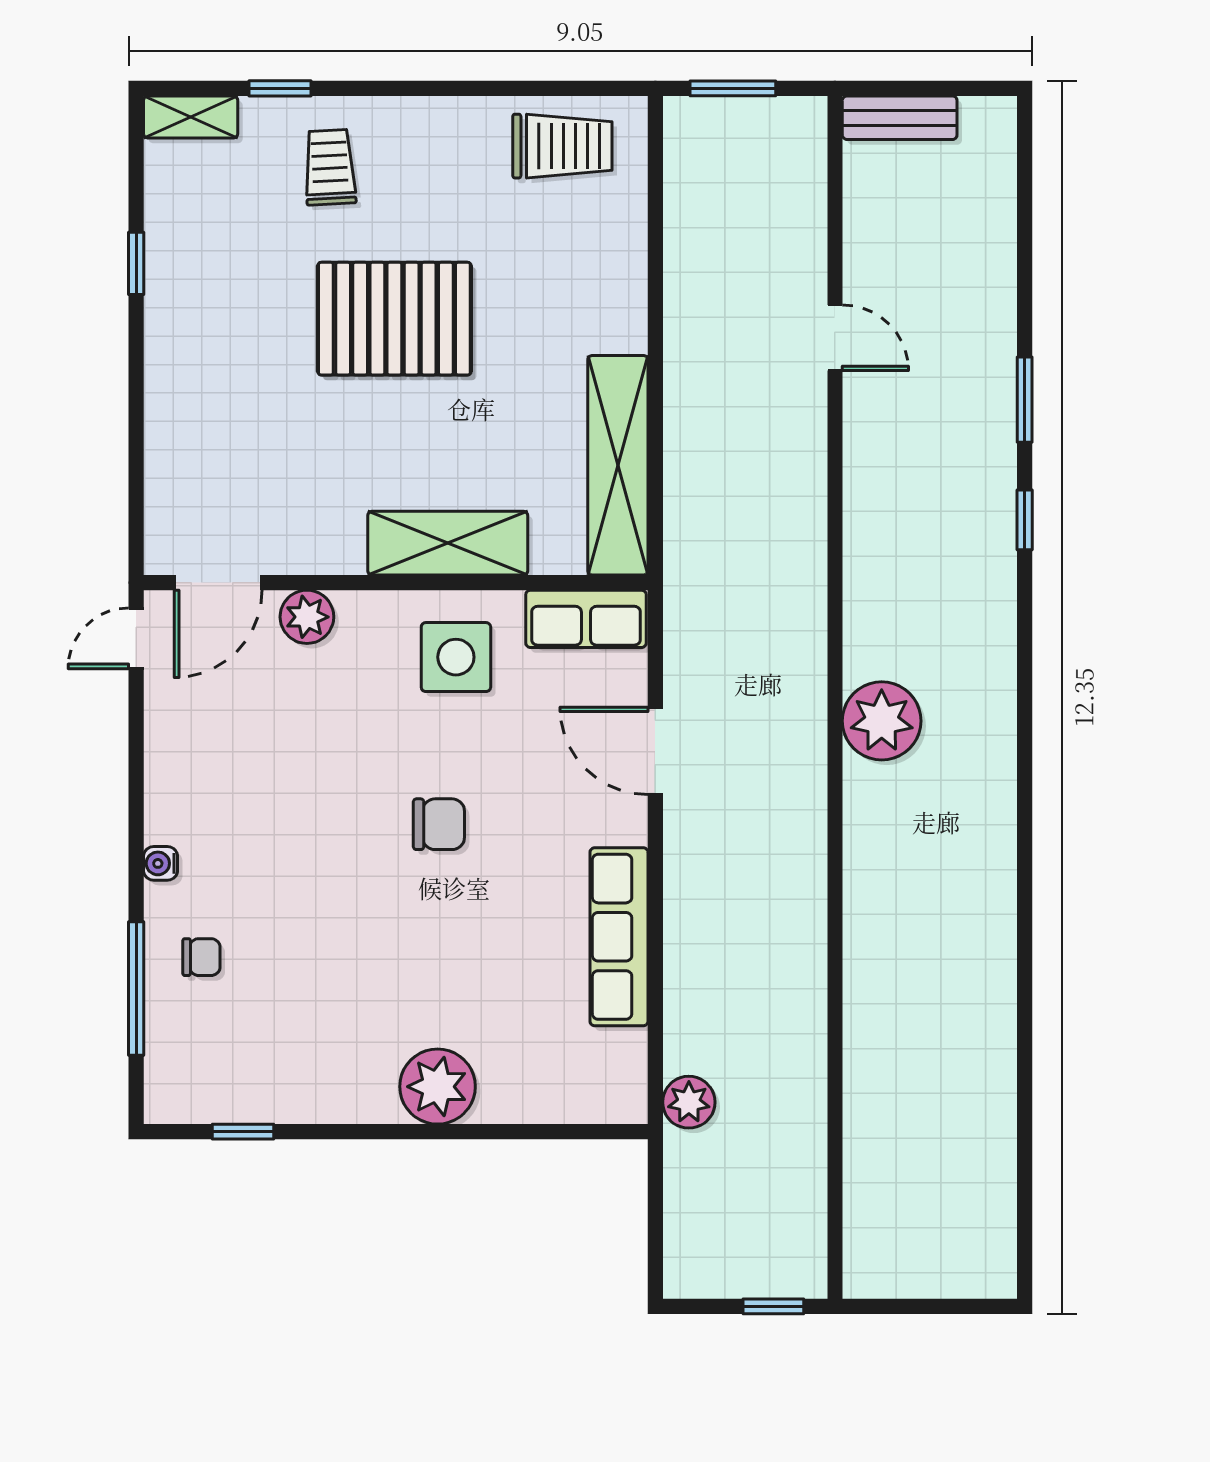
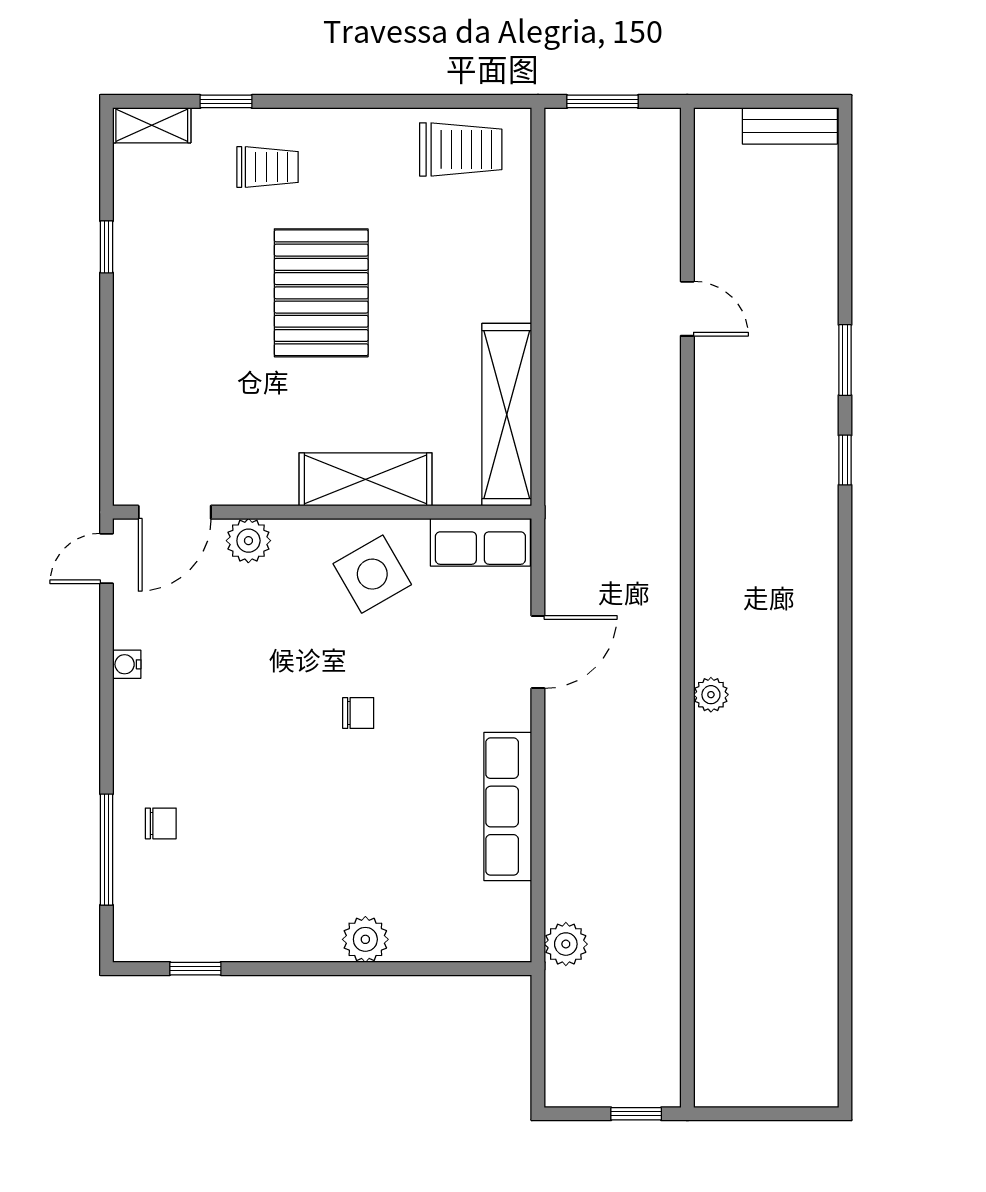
bench: (900, 118) -> (790, 126), moved
trolley: (330, 167) -> (267, 167), turned 93
pallet: (394, 319) -> (321, 293), turned 90
side table: (456, 657) -> (372, 574), turned -30
plant: (882, 721) -> (711, 695), moved, width x0.53, depth x0.53
door: (655, 751) -> (538, 652), swing flipped
chair: (439, 824) -> (358, 713), width x0.73, depth x0.73
water cooler: (161, 863) -> (127, 664), moved
plant: (438, 1087) -> (365, 939), width x0.73, depth x0.73

